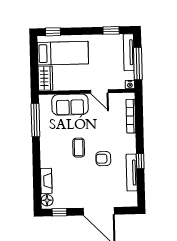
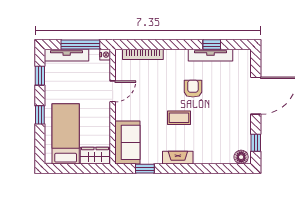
window: (53, 32) -> (40, 115), moved
sofa: (70, 105) -> (127, 142), moved
window: (35, 120) -> (145, 169), width x0.46
armchair: (103, 159) -> (193, 89), turned 180
window: (140, 161) -> (212, 45), moved
fireplace: (46, 181) -> (178, 158), moved

